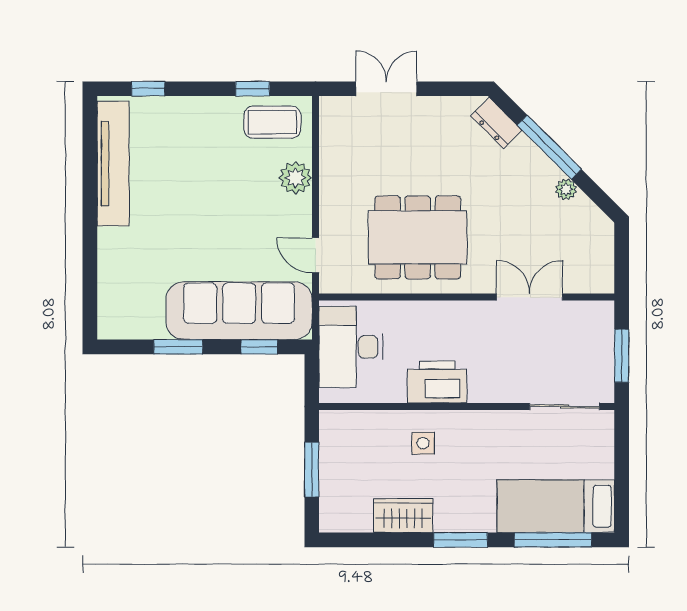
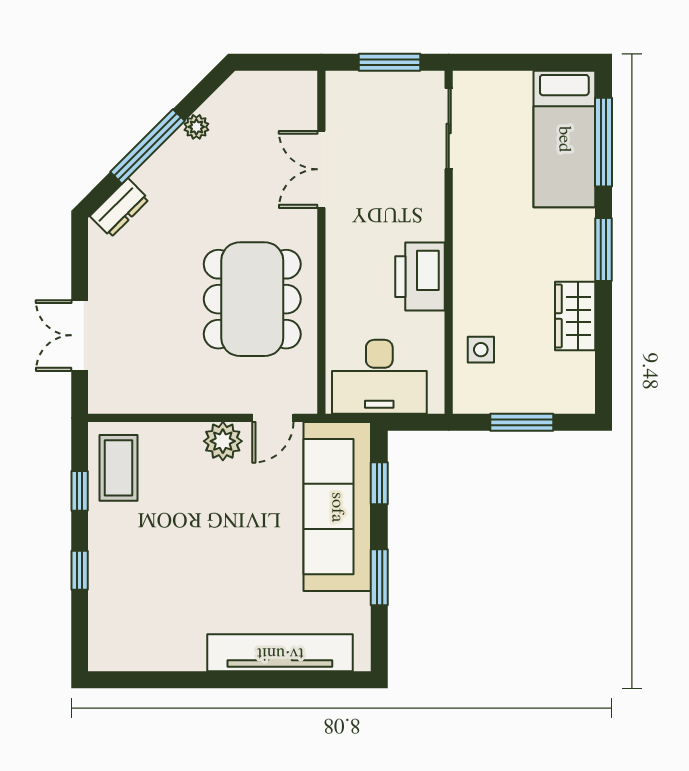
window: (148, 89) -> (80, 570), moved
tv unit: (113, 164) -> (280, 653), moved
plant: (295, 178) -> (223, 441), moved
side table: (423, 443) -> (481, 350), moved

